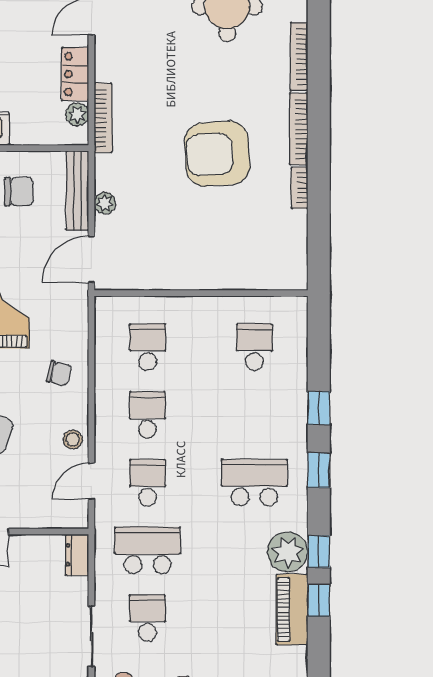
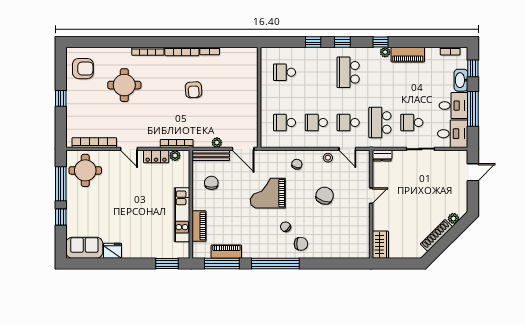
armchair: (217, 154) -> (194, 90), width x0.53, depth x0.53
plant: (288, 552) -> (385, 52), width x0.53, depth x0.53
window: (319, 600) -> (403, 42), removed

